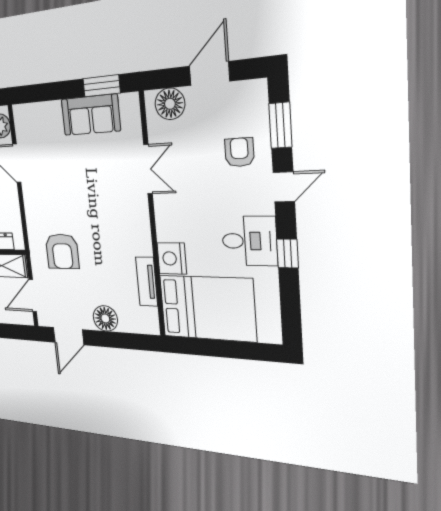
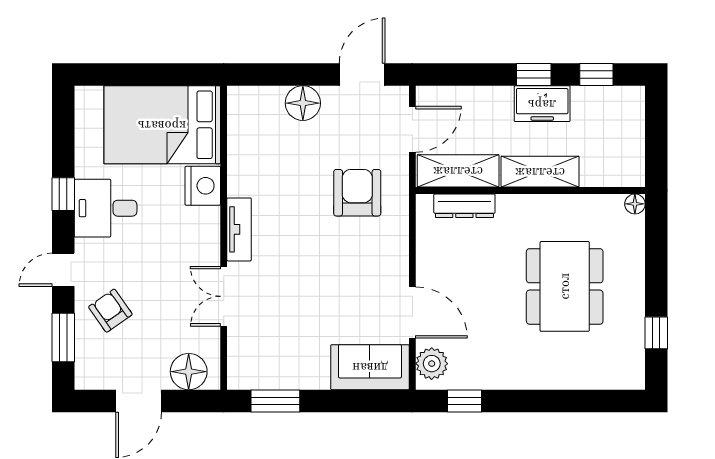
sofa: (91, 115) -> (370, 367), moved
armchair: (239, 152) -> (110, 311), turned 145
tv unit: (147, 282) -> (239, 229), moved

